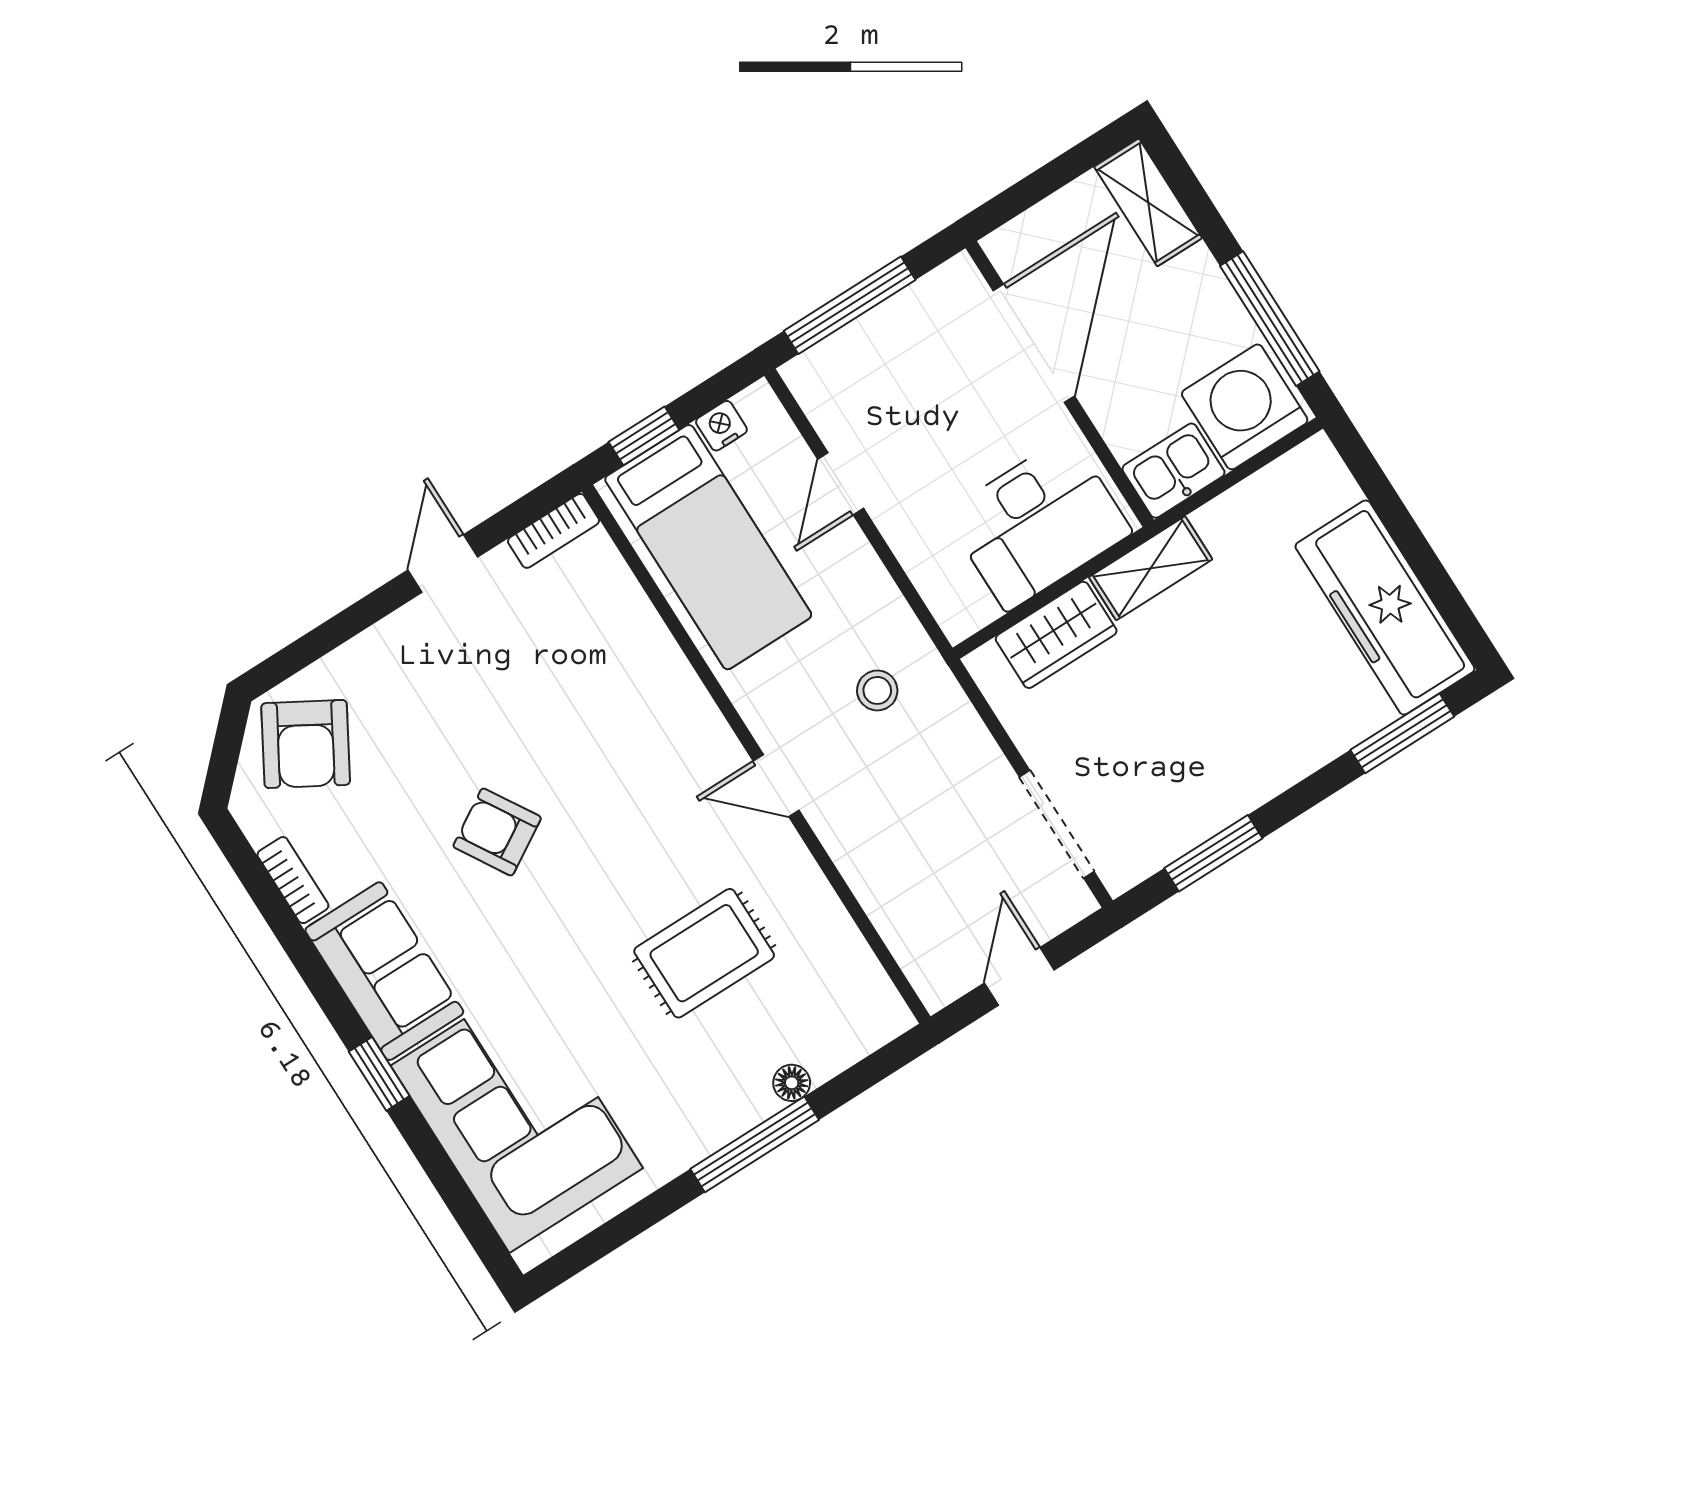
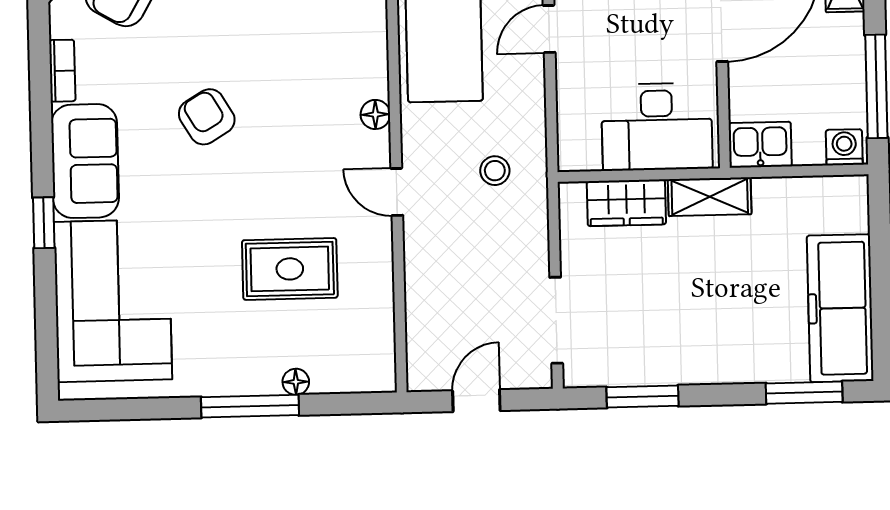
washing machine: (1245, 407) -> (844, 147), width x0.53, depth x0.53
floor lamp: (696, 709) -> (375, 114), added

